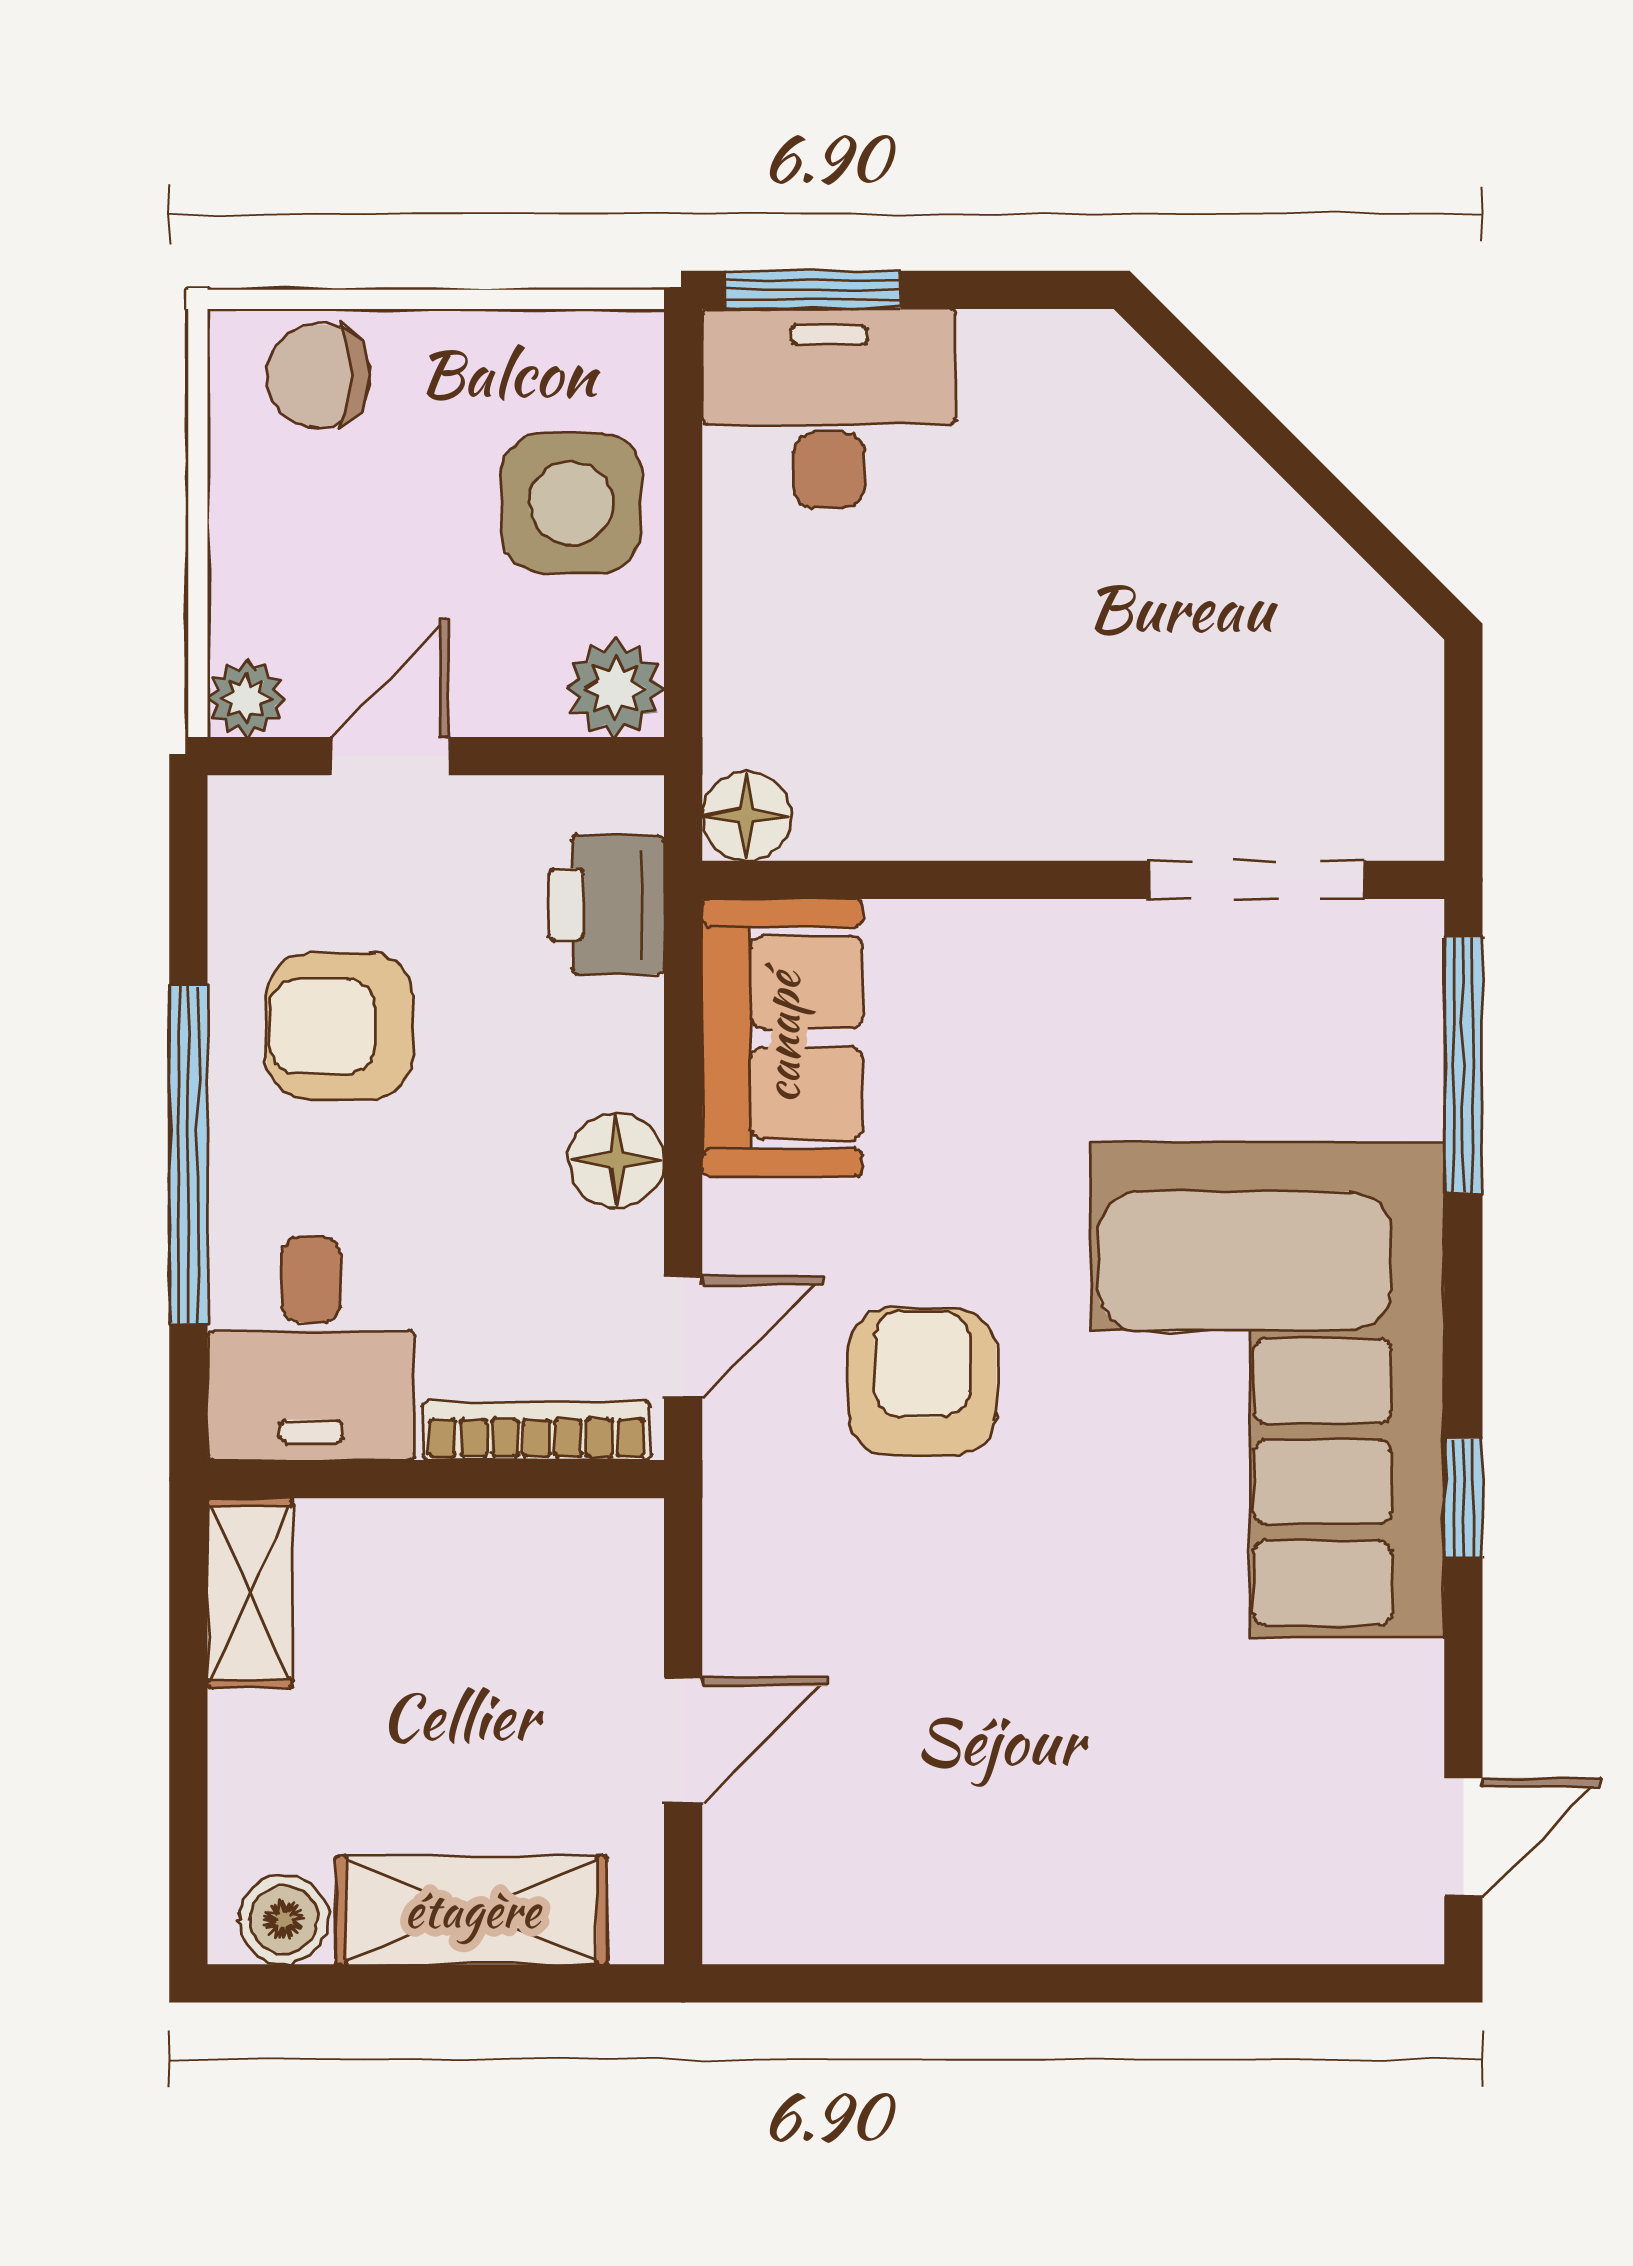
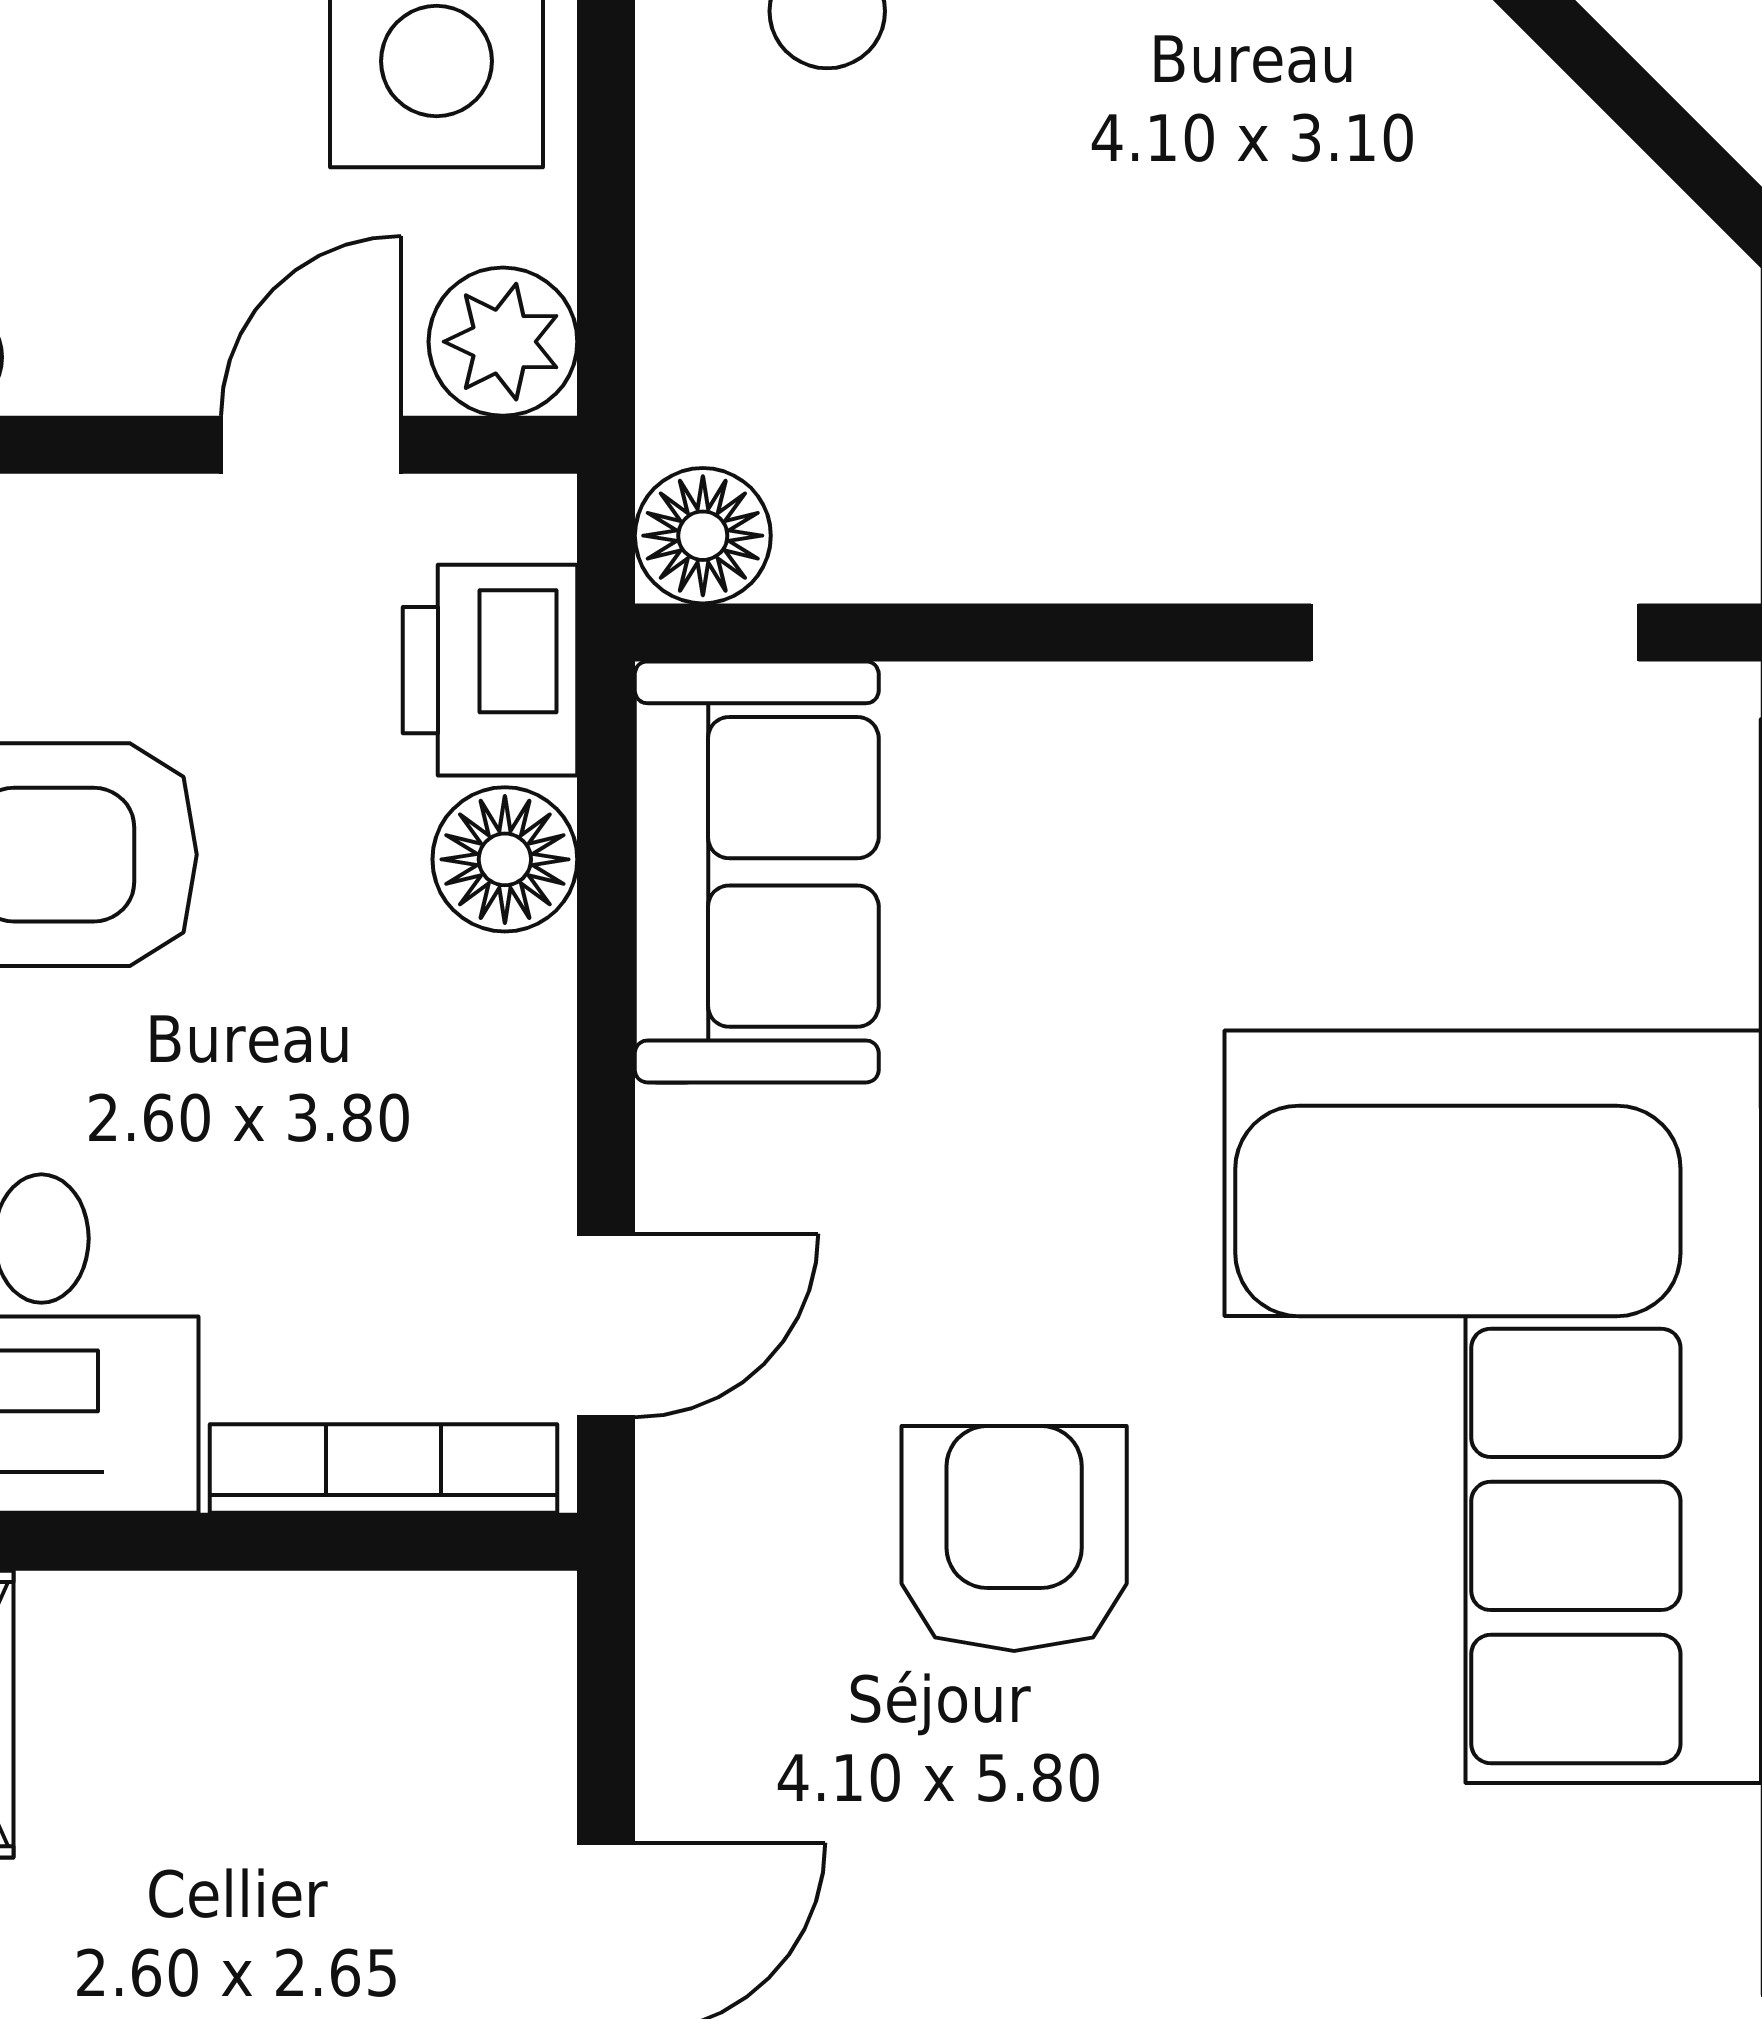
door: (389, 756) -> (311, 445), moved
floor lamp: (616, 1161) -> (505, 859), moved
armchair: (922, 1382) -> (1014, 1539), moved

